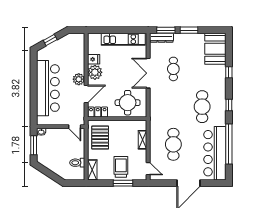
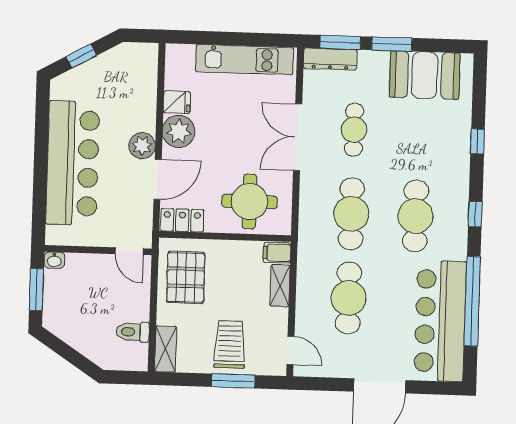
booth: (215, 49) -> (425, 75), moved, turned 90
cafe table: (173, 107) -> (351, 214), added
filing cabinet: (141, 125) -> (277, 253), added

